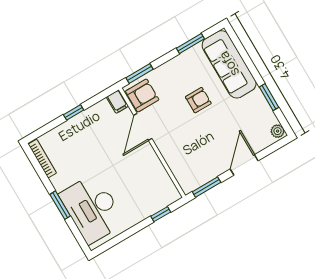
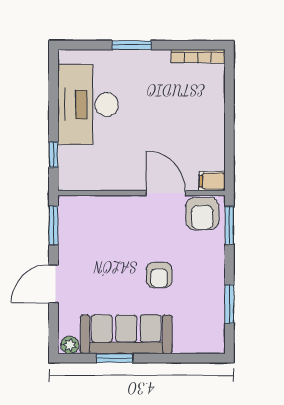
sofa: (229, 64) -> (126, 334), moved
window: (74, 112) -> (229, 123), removed
door: (244, 165) -> (54, 284), swing flipped
desk: (92, 209) -> (88, 105), moved, turned -90

